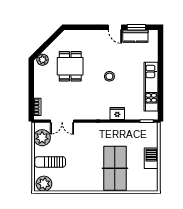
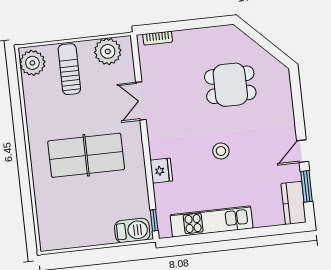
kitchen counter: (135, 36) -> (294, 203), moved
plant: (43, 60) -> (236, 38), removed
double door: (62, 121) -> (141, 101), moved
barbecue: (151, 158) -> (132, 230), moved
table tennis table: (115, 168) -> (86, 155), moved

